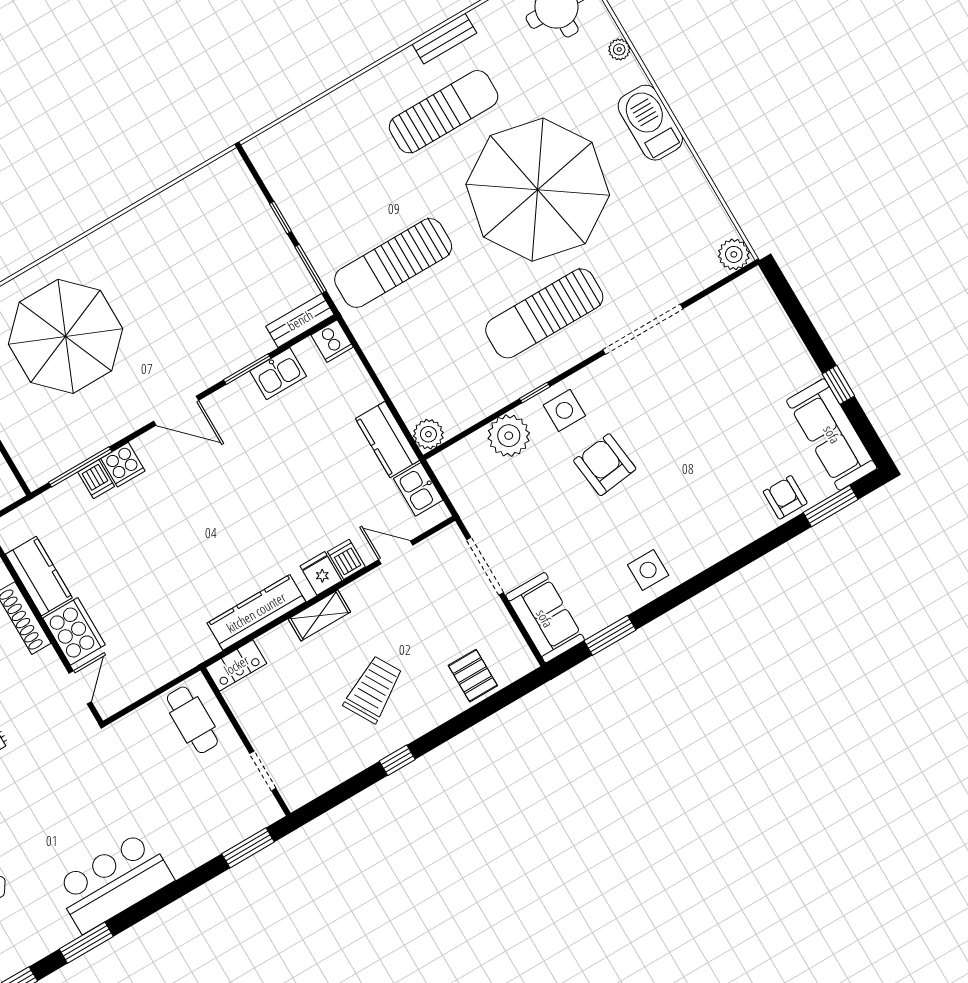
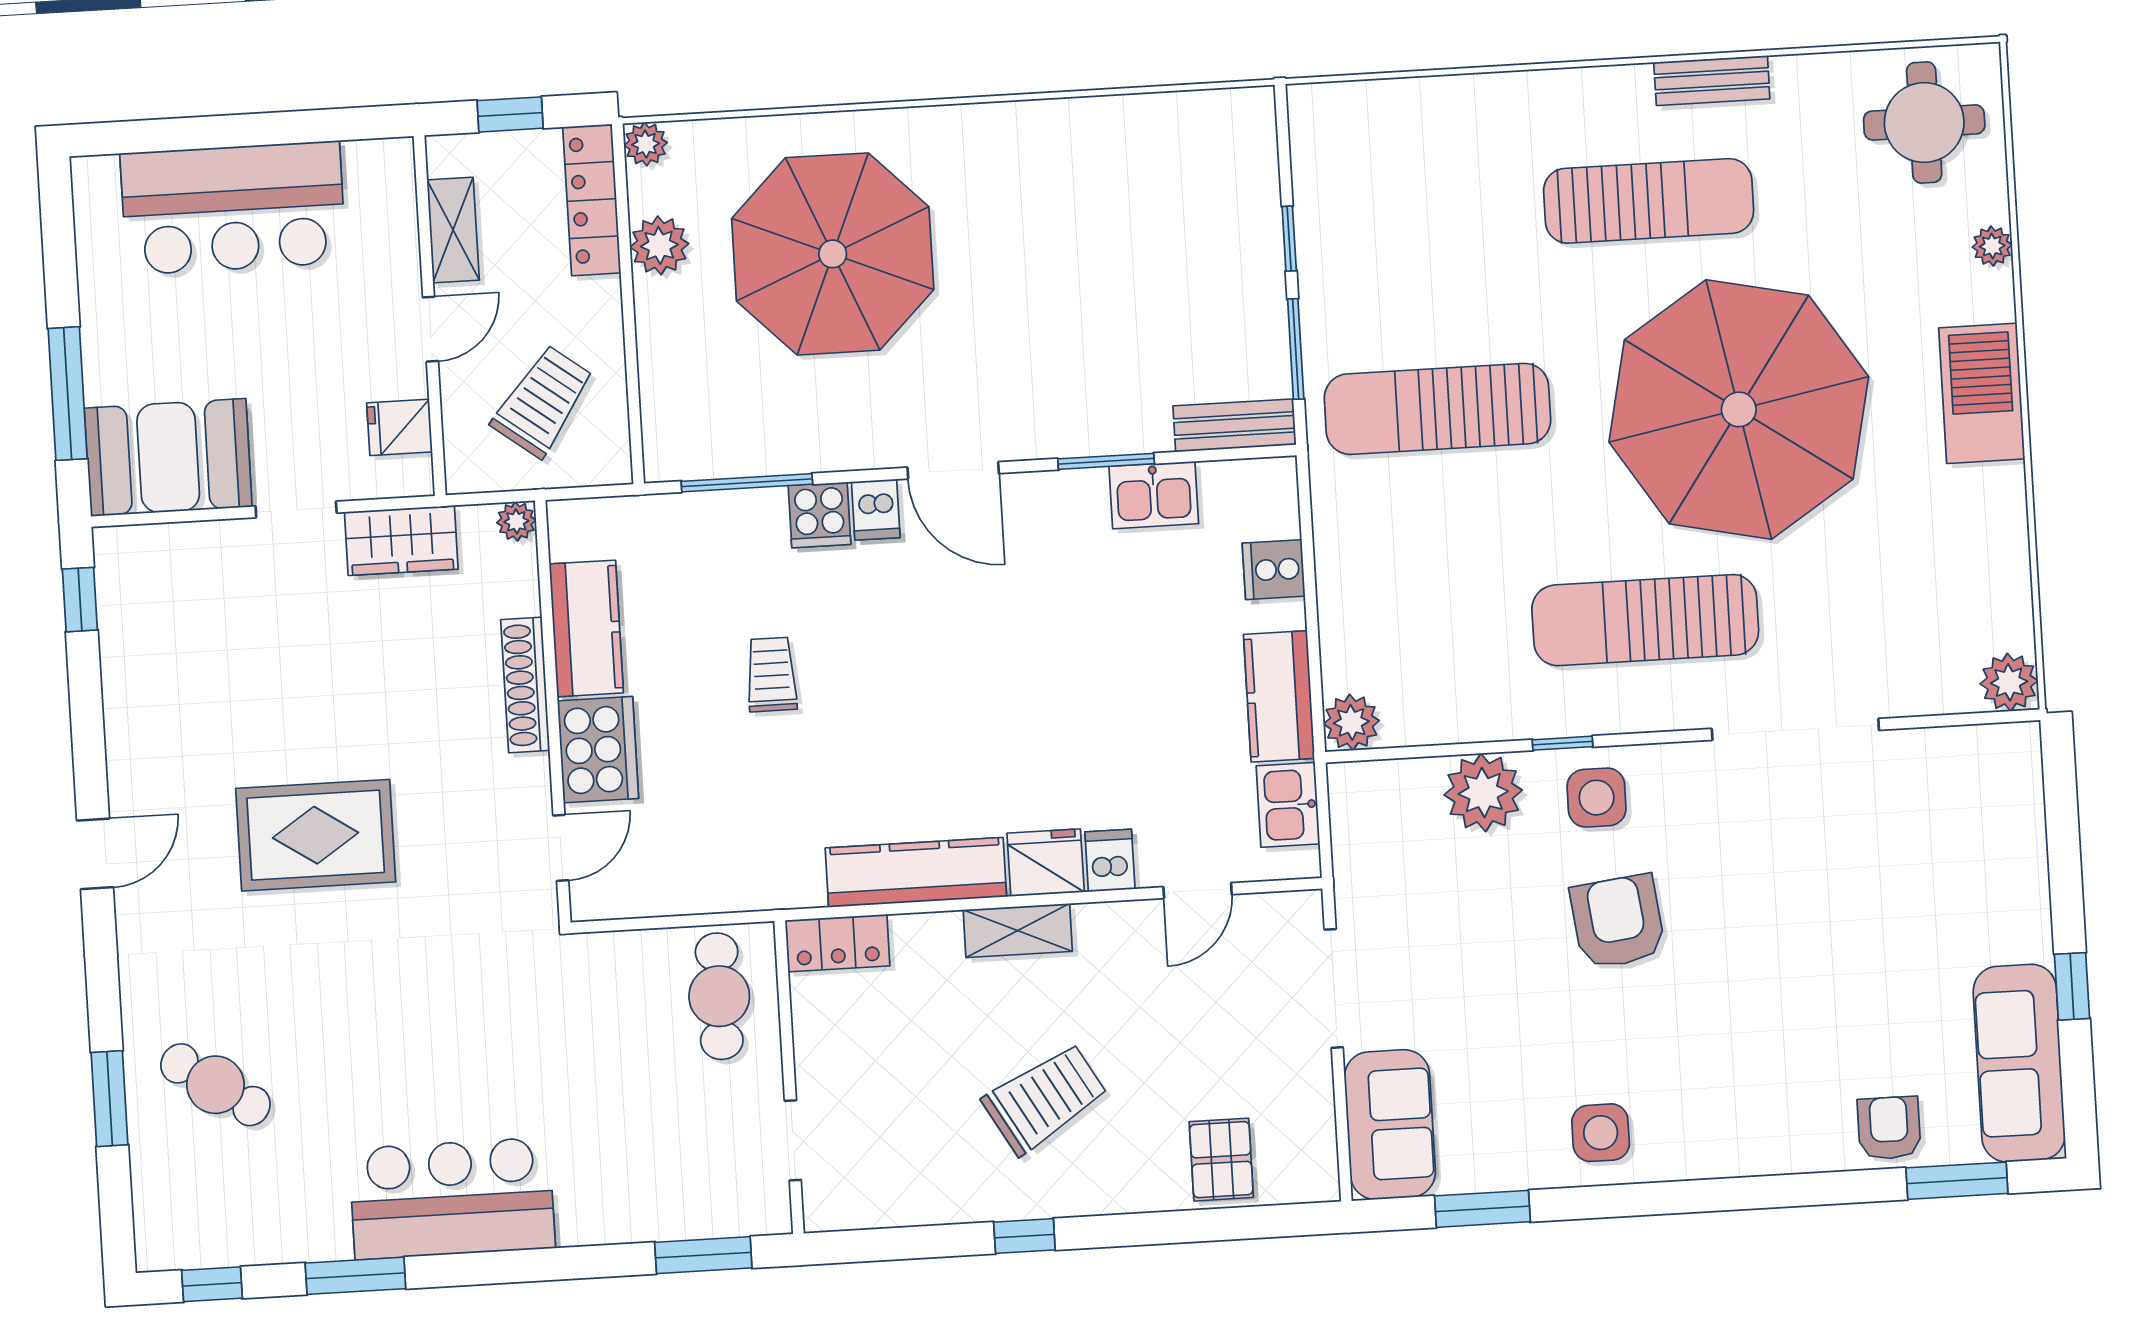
cooker: (332, 341) -> (1274, 570), moved, turned 90
dishwasher: (96, 479) -> (876, 510), moved
door: (396, 552) -> (1198, 891), swing flipped
trolley: (139, 553) -> (771, 675), added
fridge: (321, 573) -> (1046, 863), width x1.38

